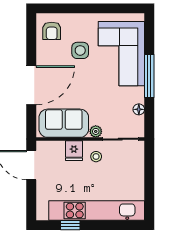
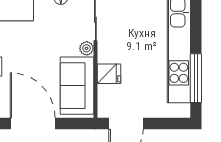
stool: (96, 157) -> (116, 48), removed
window: (70, 225) -> (196, 78), width x2.17

